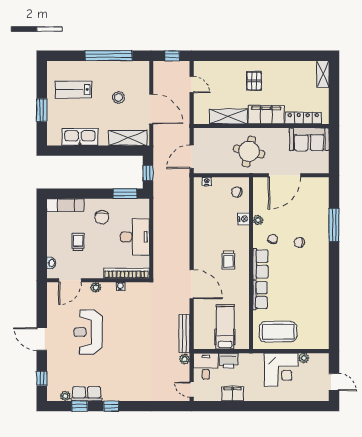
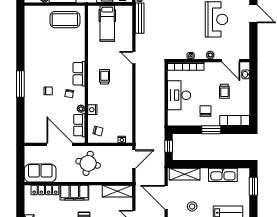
window: (42, 110) -> (253, 186), moved
shelving: (229, 116) -> (117, 191), moved
door: (285, 175) -> (60, 144), hinge flipped
window: (125, 194) -> (211, 130), moved
window: (334, 225) -> (20, 84), moved
door: (70, 280) -> (231, 61), swing flipped
door: (192, 284) -> (134, 58), width x0.53
row of seats: (260, 295) -> (79, 125), moved

